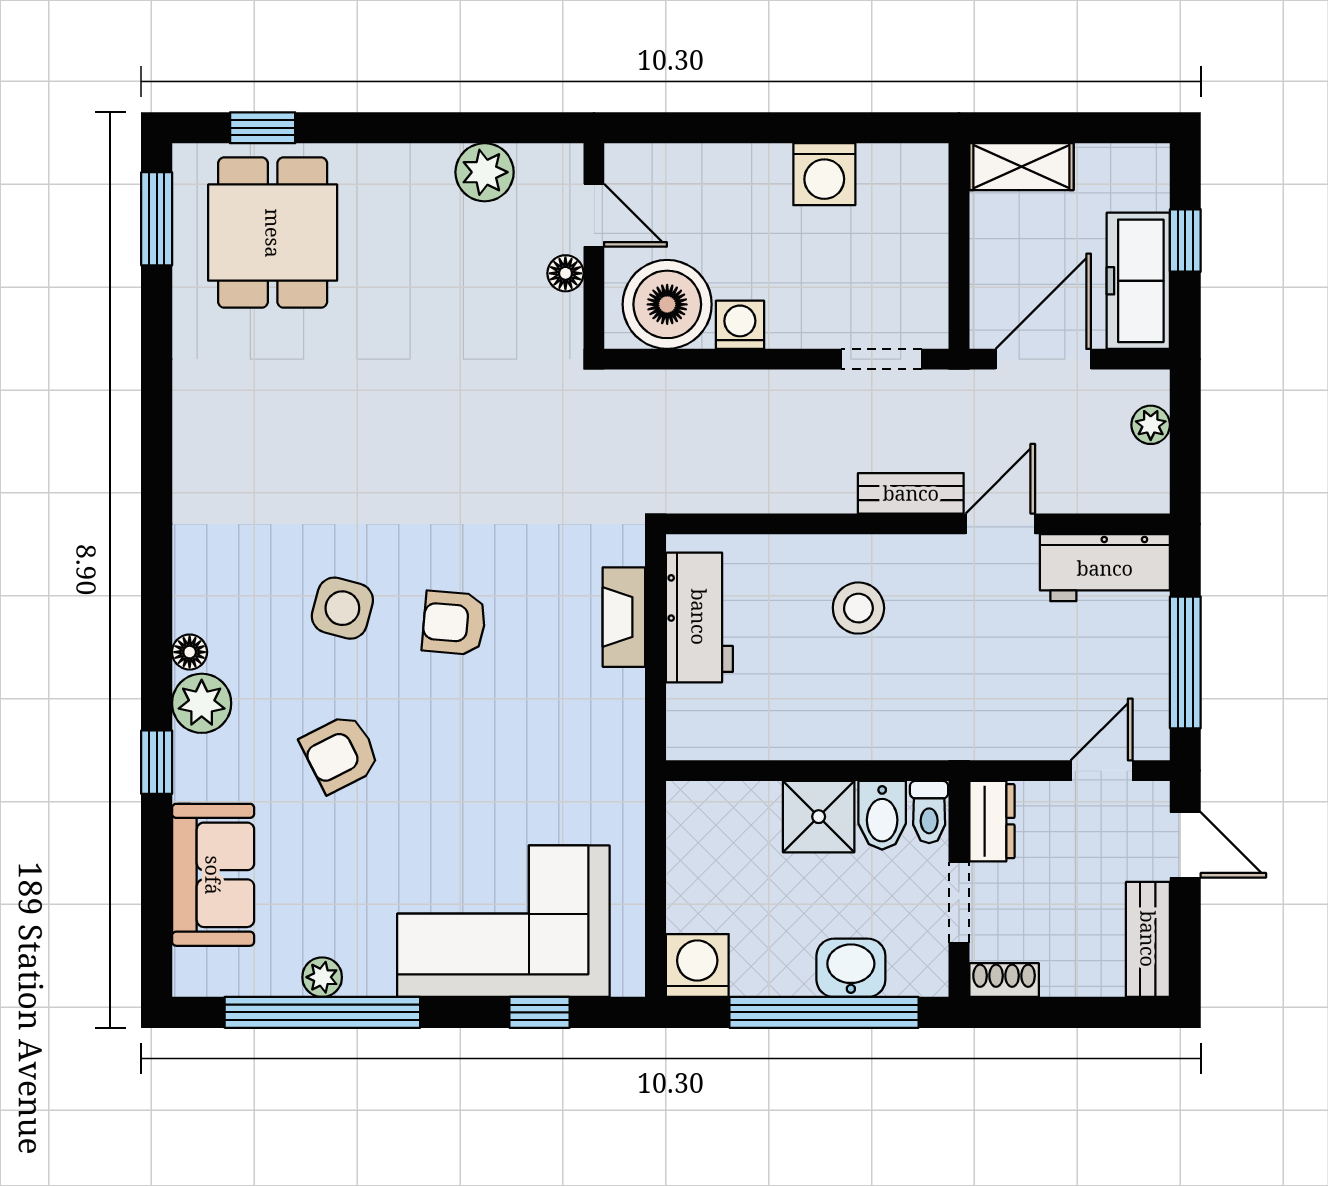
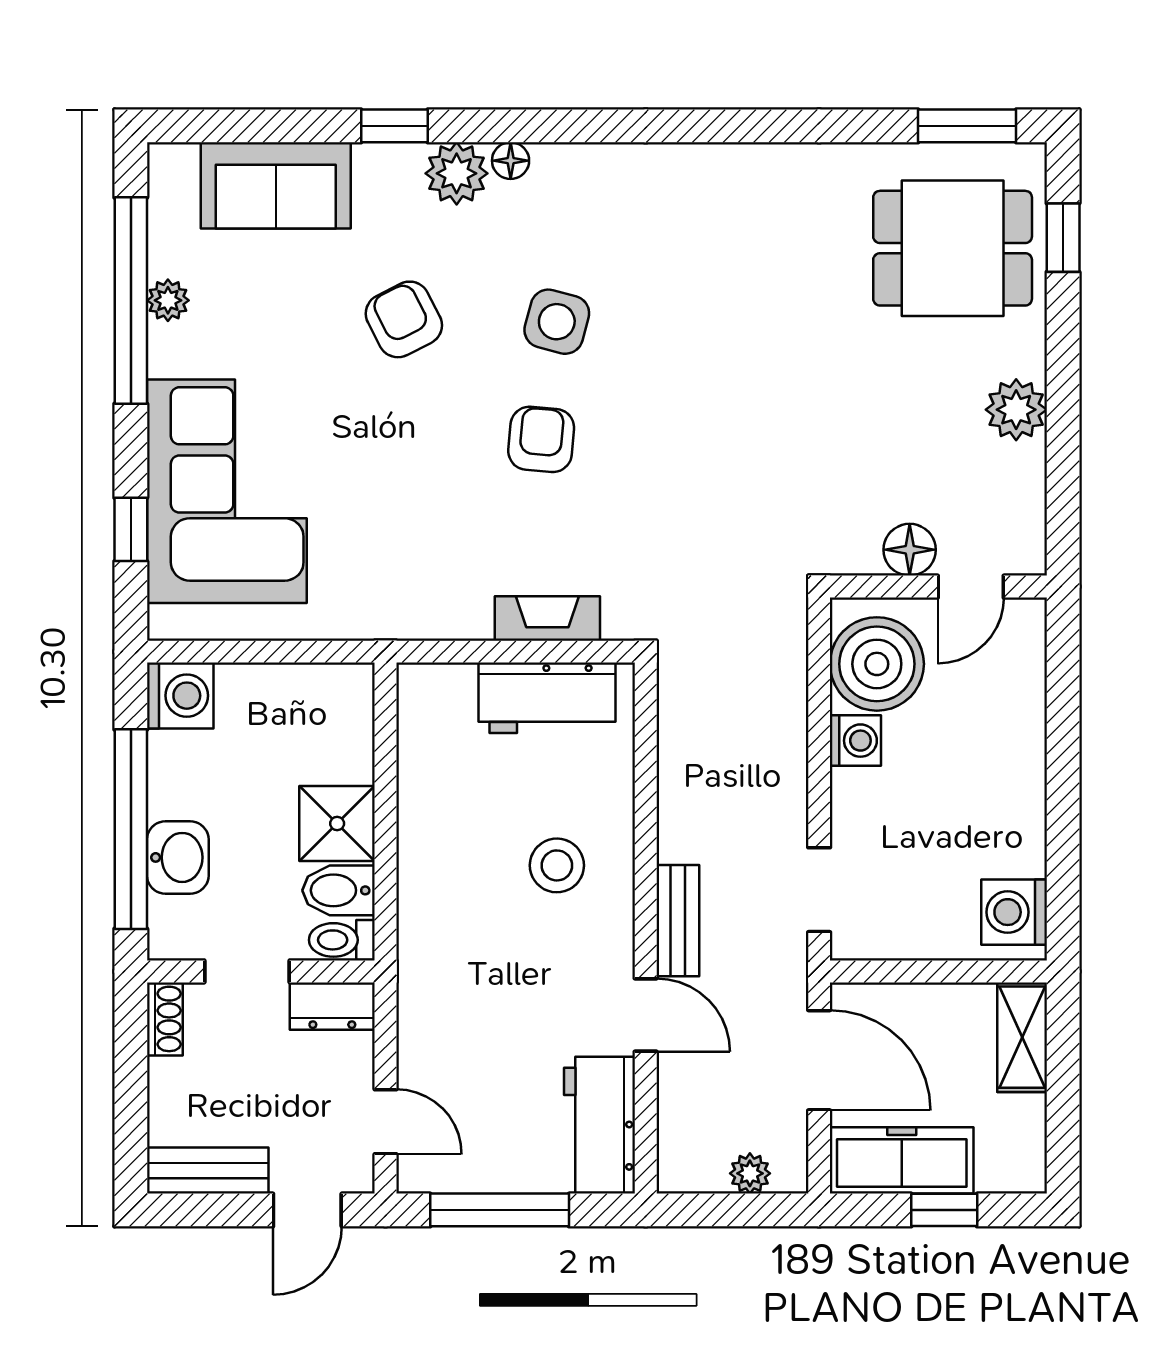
plant: (485, 172) -> (1016, 410), moved
washing machine: (824, 174) -> (1014, 912), moved
floor lamp: (565, 273) -> (910, 550), width x1.37, depth x1.37

